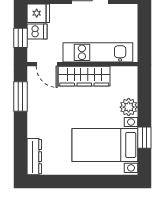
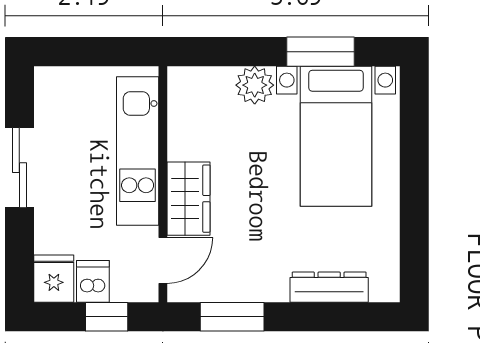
wardrobe: (84, 76) -> (188, 199), width x0.67
window: (144, 138) -> (320, 52), width x1.50
dresser: (34, 157) -> (329, 287), moved

